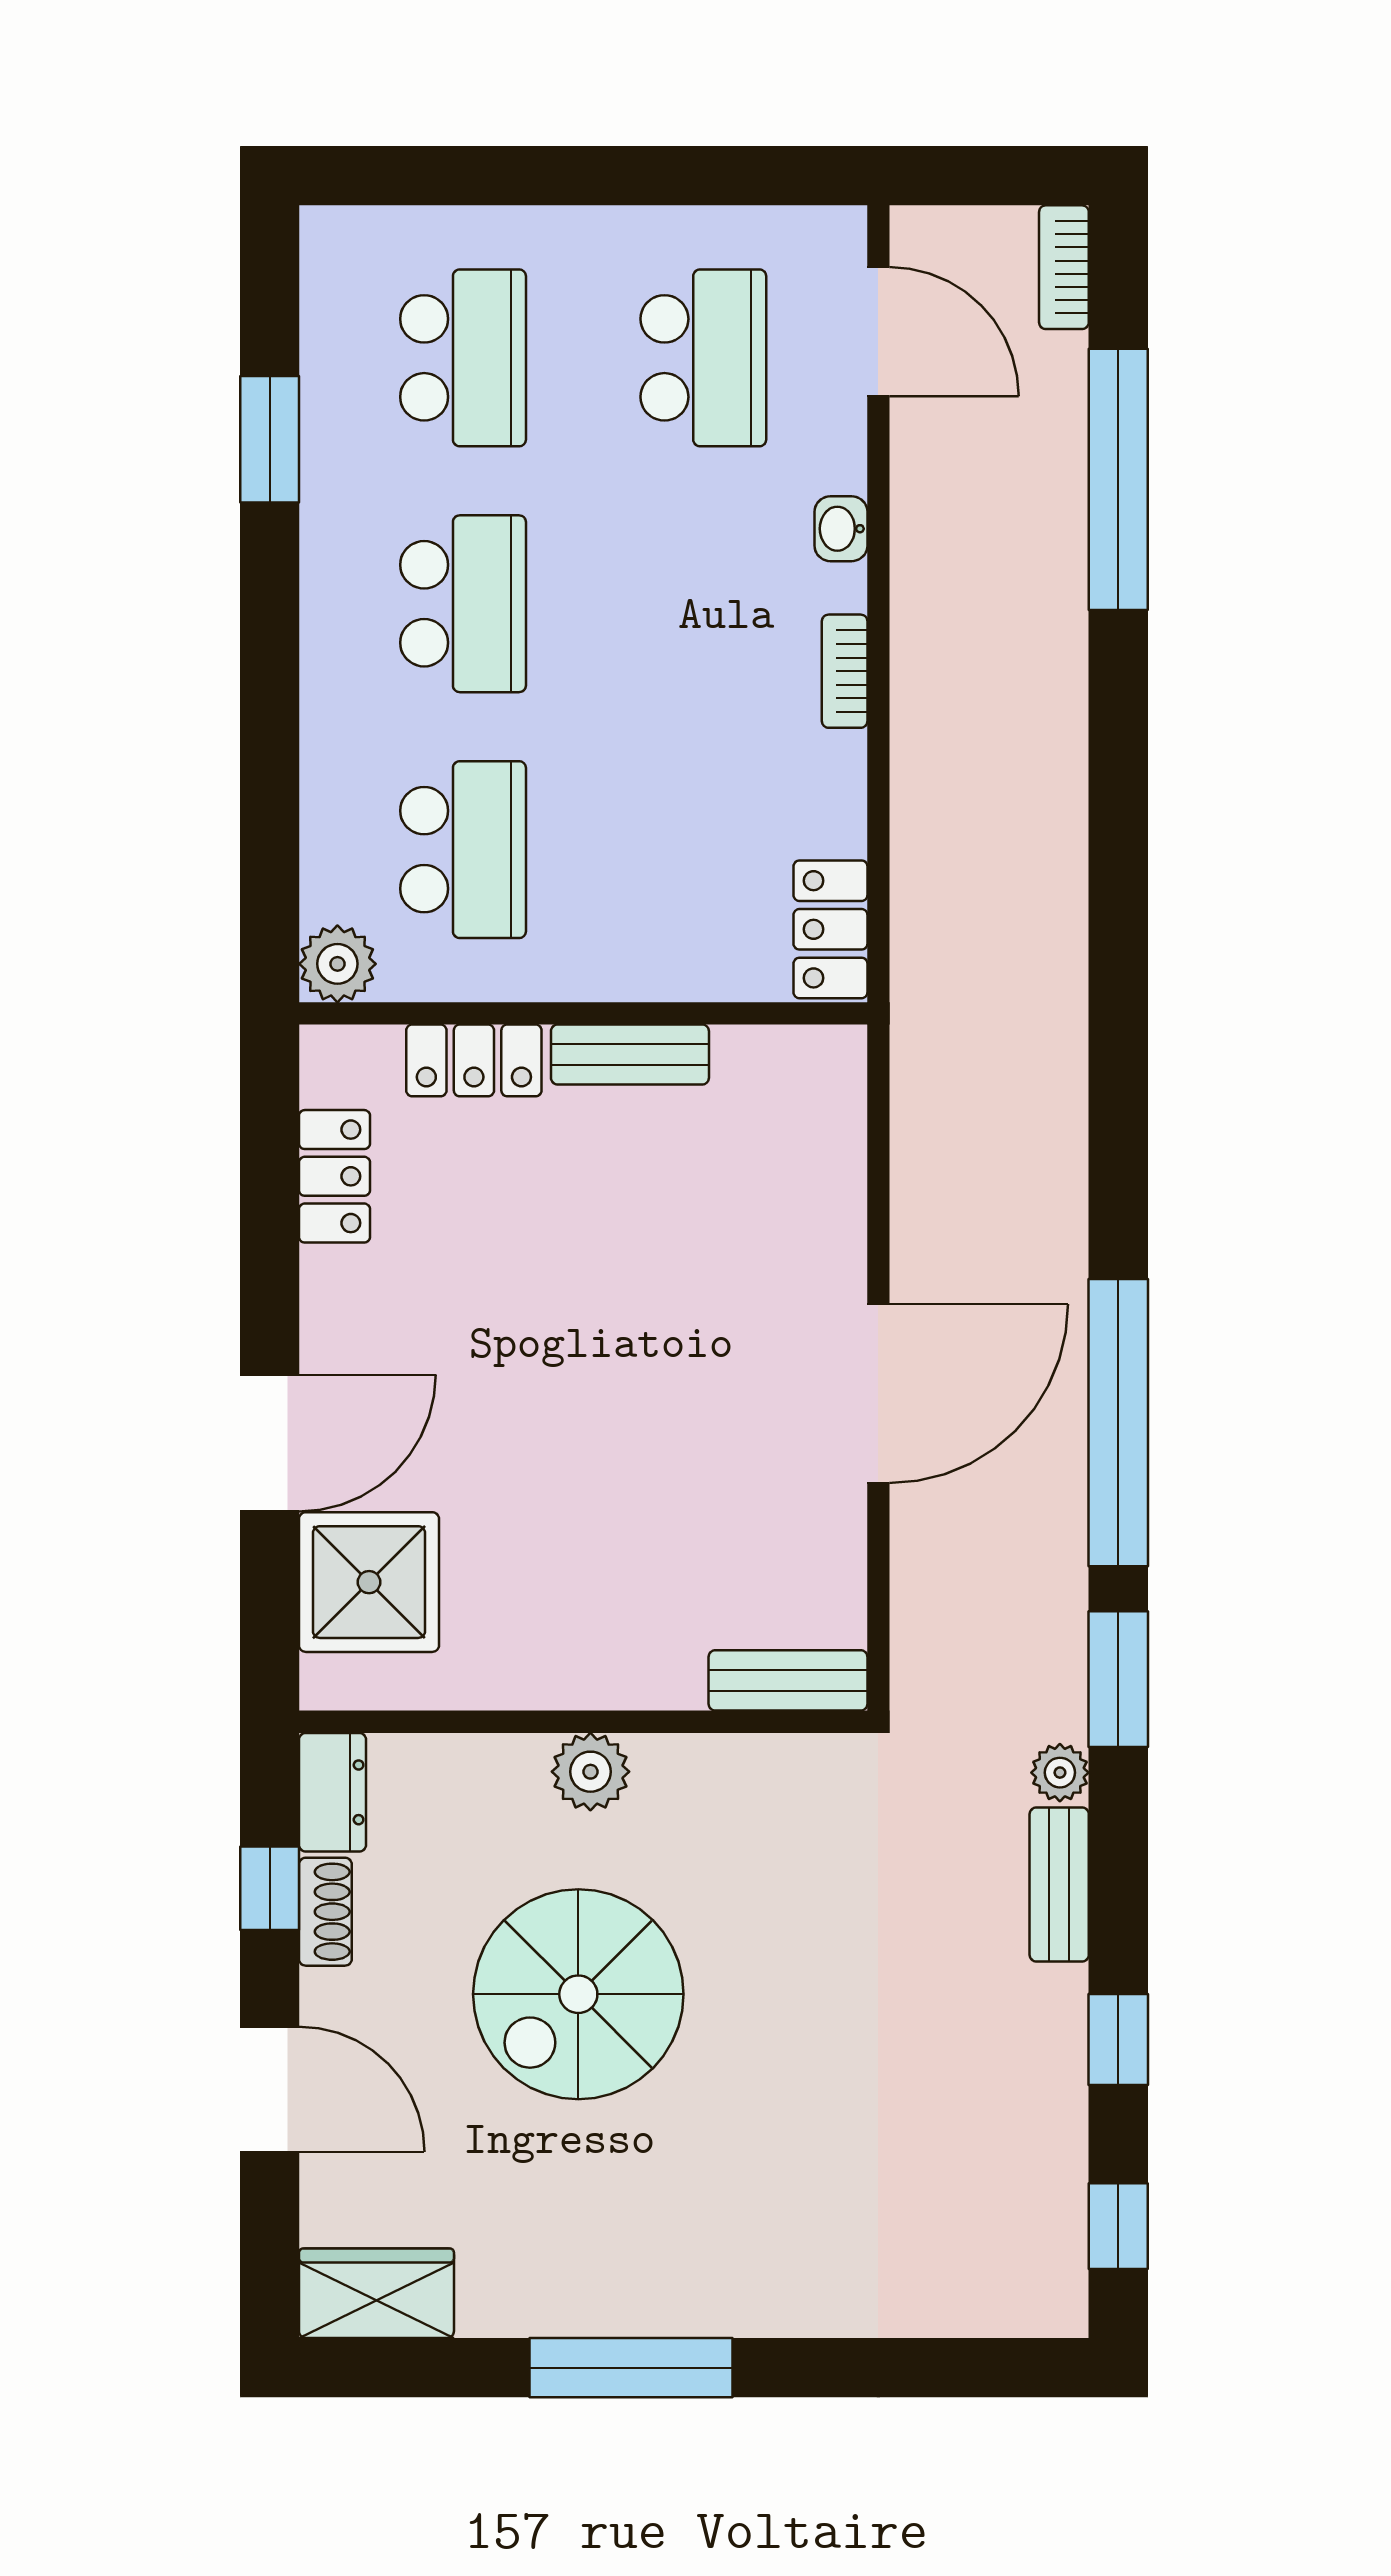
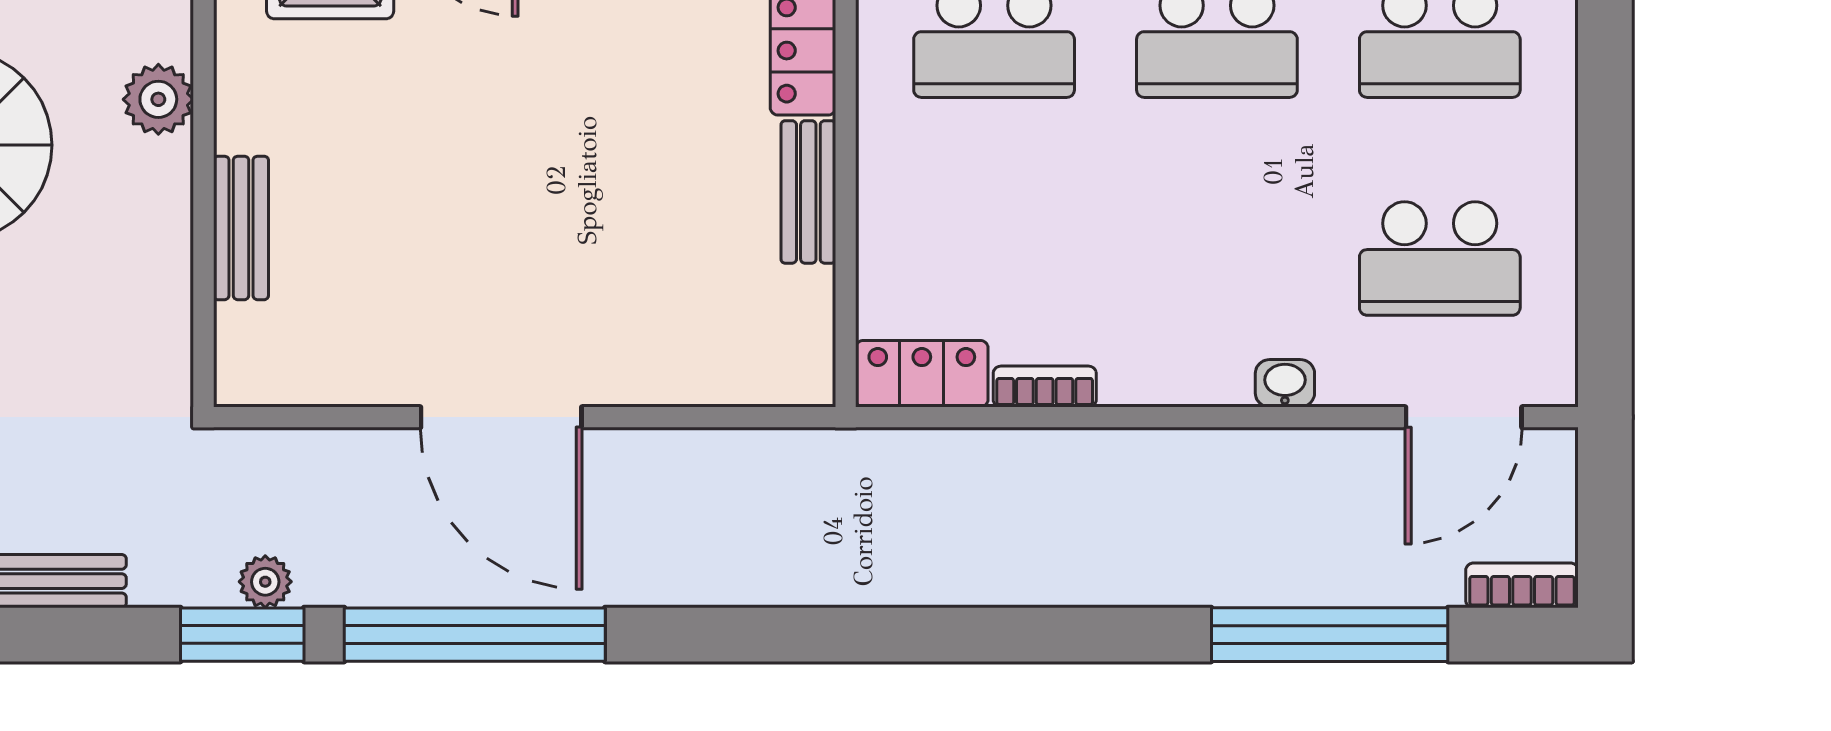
bookcase: (845, 671) -> (1045, 387), moved
bench: (788, 1680) -> (241, 228), moved
plant: (590, 1772) -> (158, 99), moved
plant: (1060, 1773) -> (265, 582), moved

